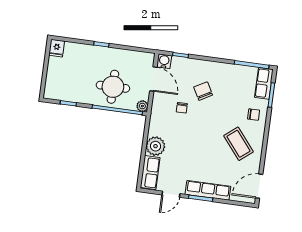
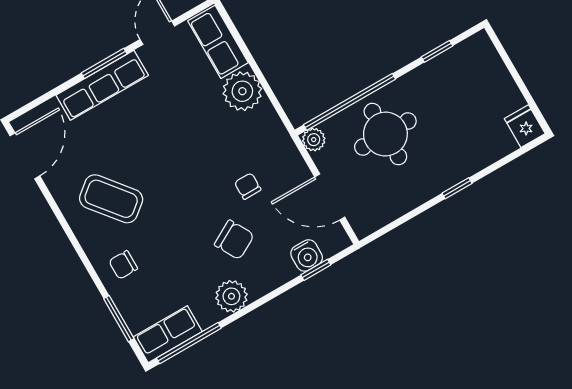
water cooler: (164, 61) -> (307, 256), moved
plant: (221, 70) -> (231, 296), added
row of seats: (264, 83) -> (168, 334), moved, turned -90

